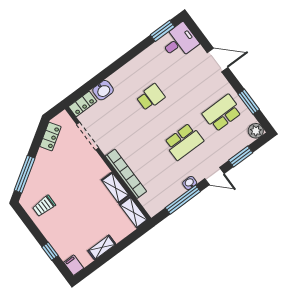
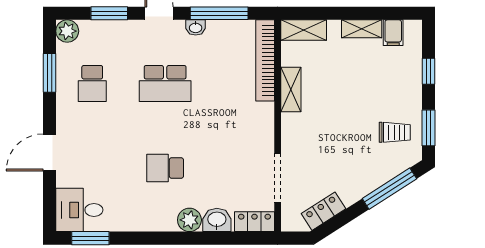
door: (217, 60) -> (49, 152), hinge flipped
plant: (117, 79) -> (189, 220), added
school desk: (222, 113) -> (92, 83), width x0.54
school desk: (184, 142) -> (165, 83), turned 180
bookcase: (126, 174) -> (265, 60), moved
shelving: (134, 212) -> (304, 30), moved, turned 90
window: (28, 222) -> (429, 128), added
filing cabinet: (74, 265) -> (393, 33), moved

